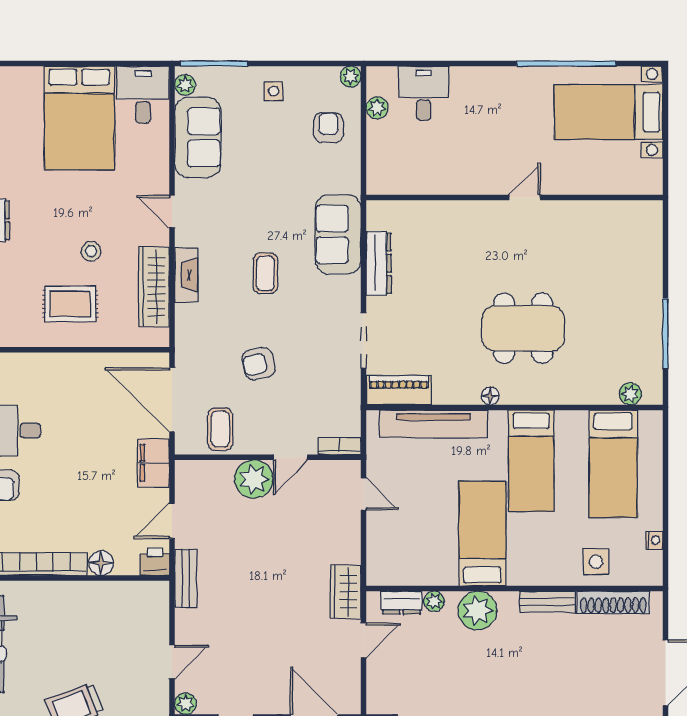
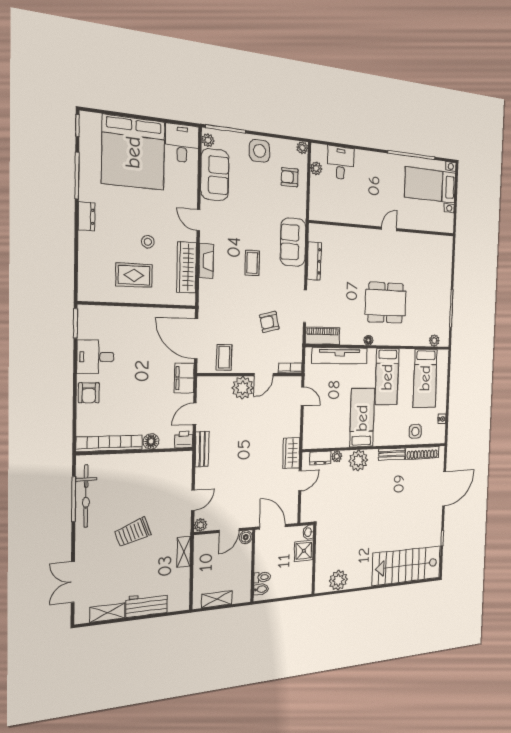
side table: (274, 91) -> (260, 151), width x1.87, depth x1.87
bed: (79, 118) -> (133, 152), width x1.36
armchair: (328, 128) -> (290, 177), turned -90
armchair: (259, 364) -> (269, 322), moved

